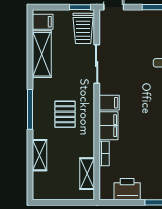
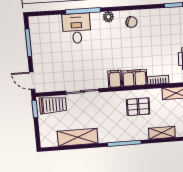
filing cabinet: (43, 22) -> (50, 139), removed
pallet: (65, 114) -> (138, 107), moved

